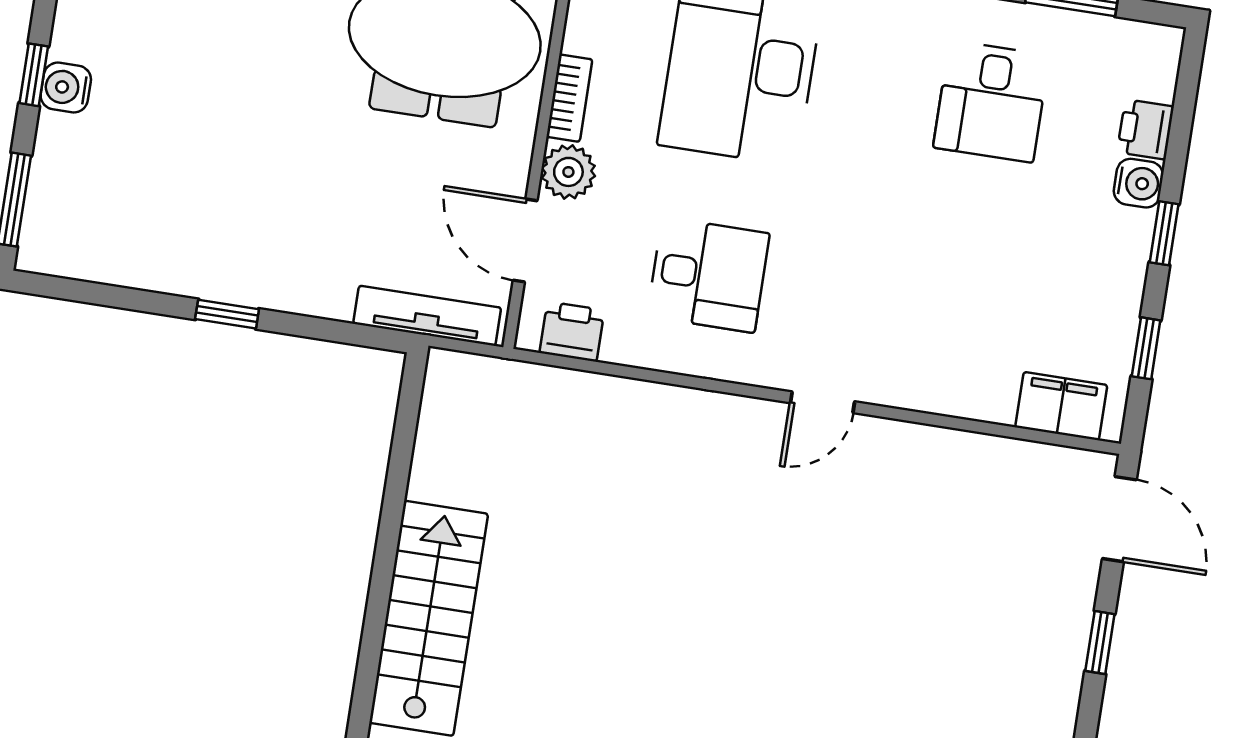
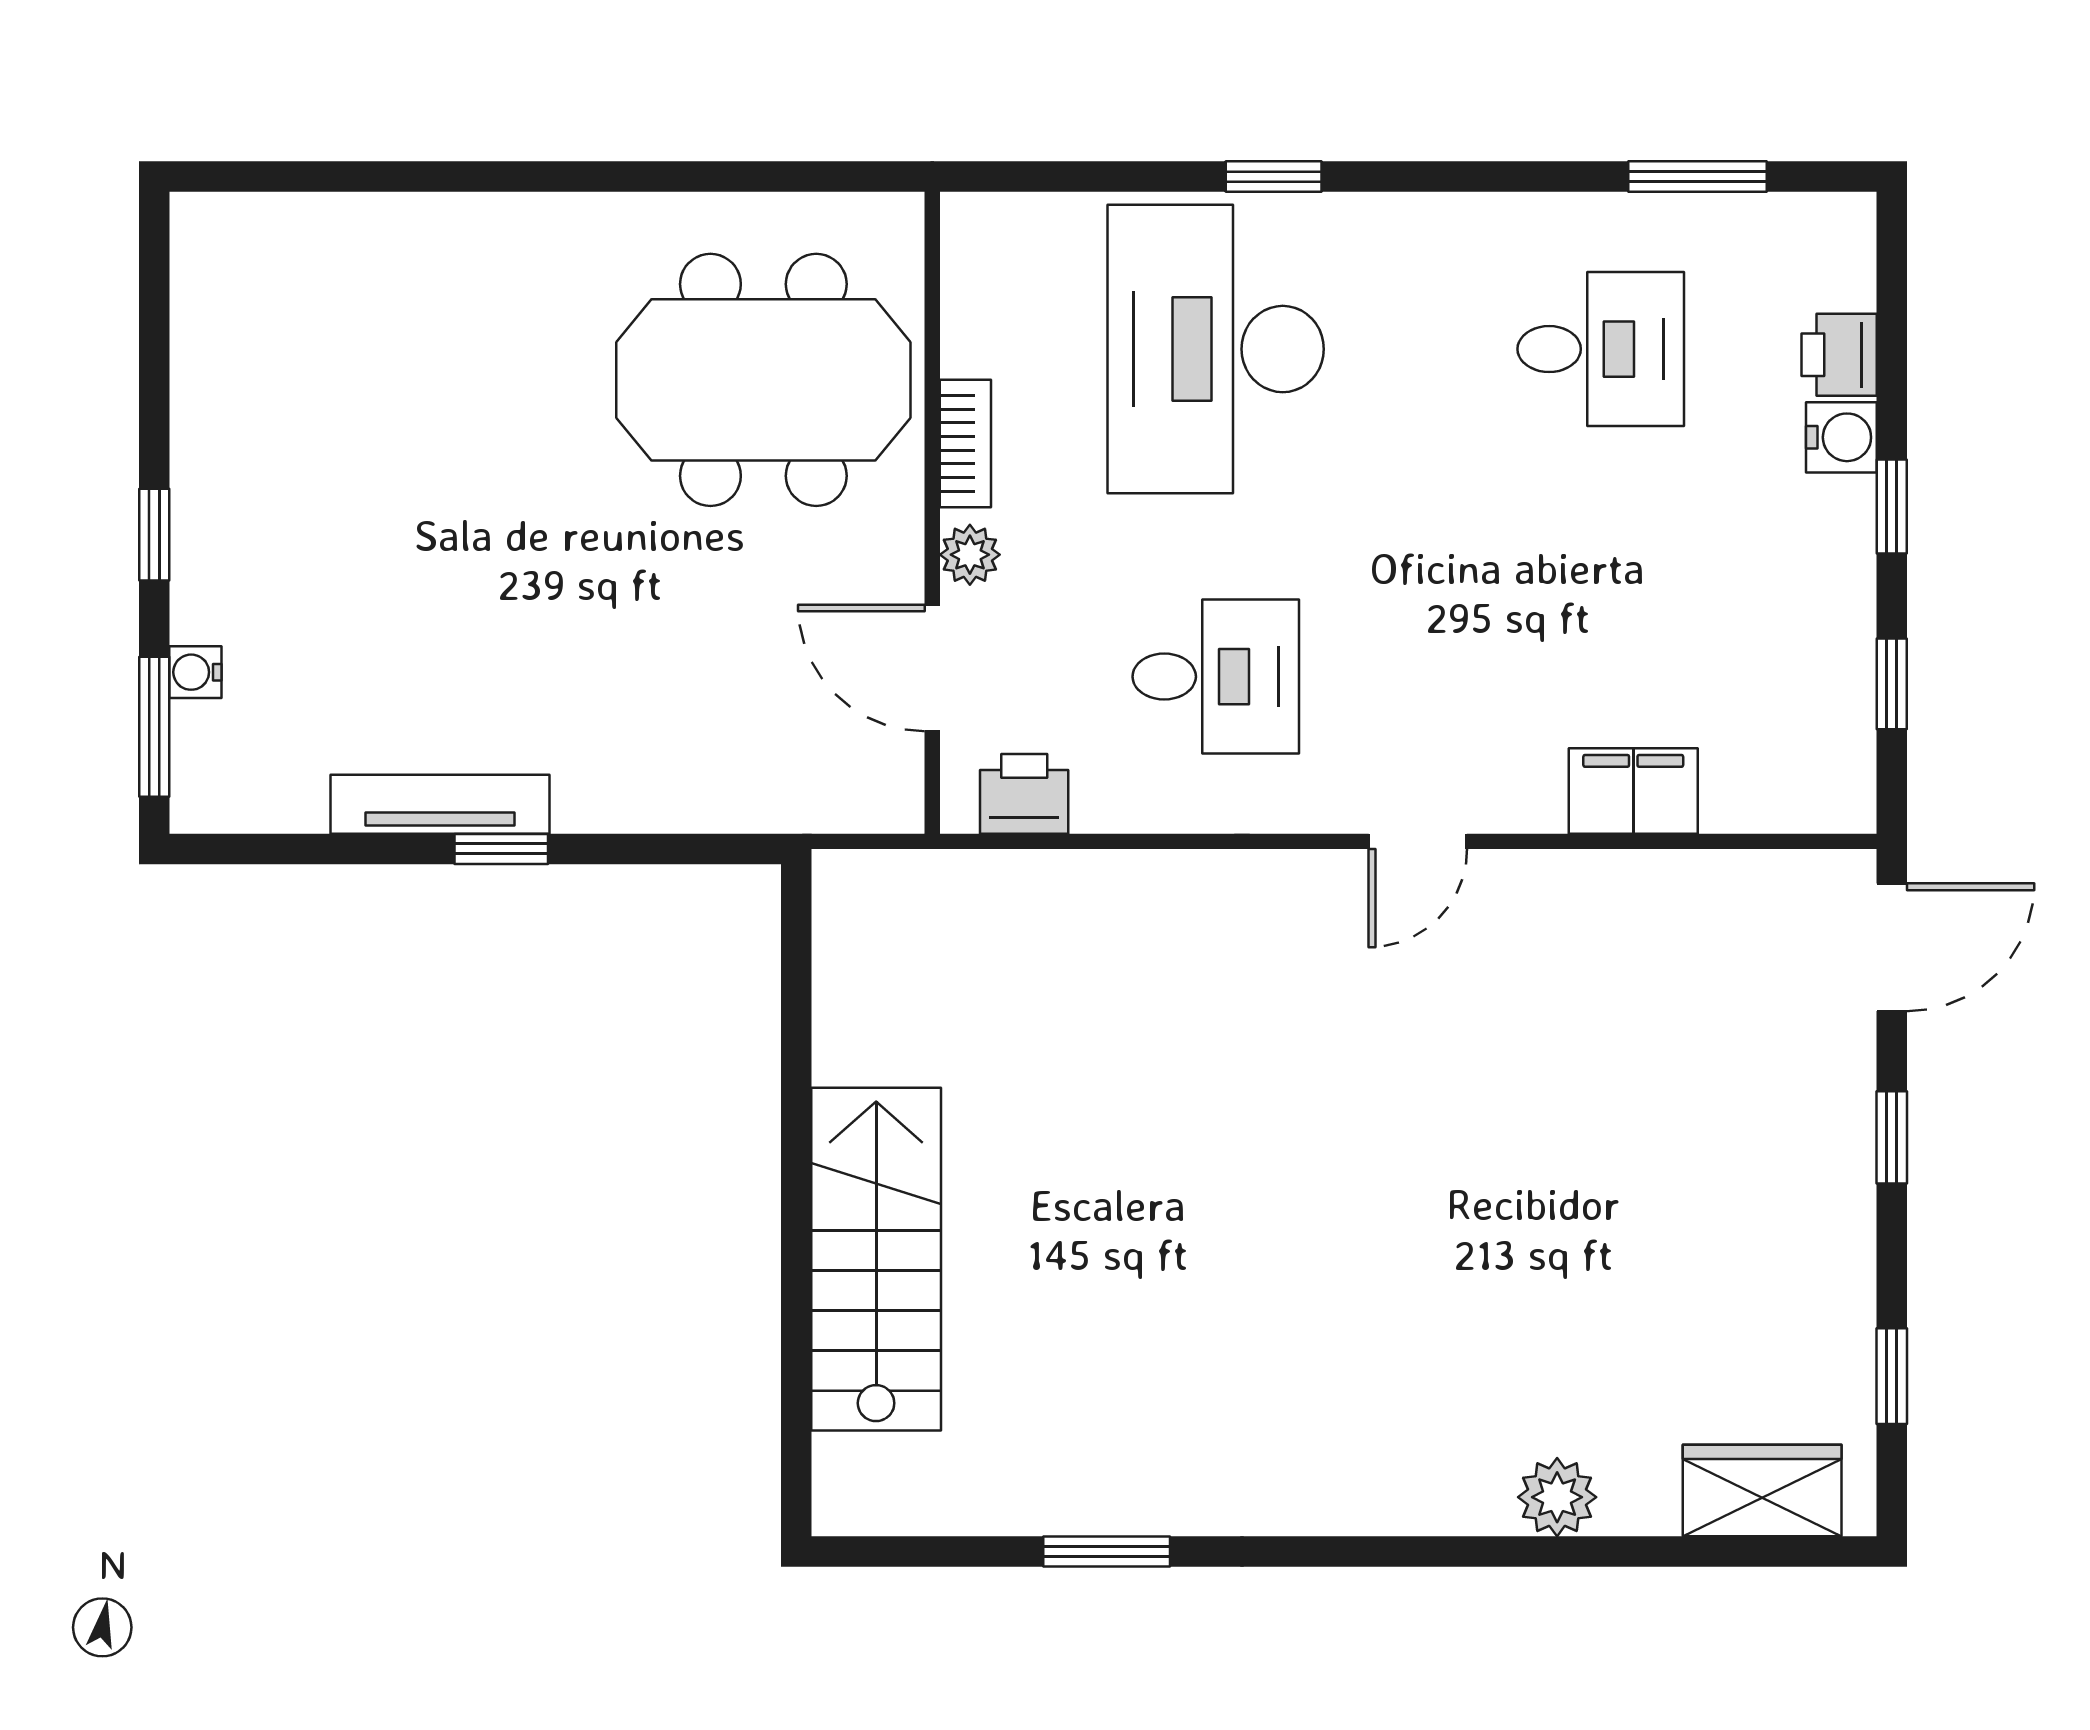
water cooler: (66, 87) -> (195, 672), moved, width x0.72, depth x0.72
desk: (991, 101) -> (1601, 349), turned -90
plant: (568, 172) -> (970, 555), width x0.73, depth x0.73
tv unit: (427, 316) -> (440, 804), moved
filing cabinet: (1061, 406) -> (1633, 791), moved
door: (1119, 519) -> (1892, 947), hinge flipped

